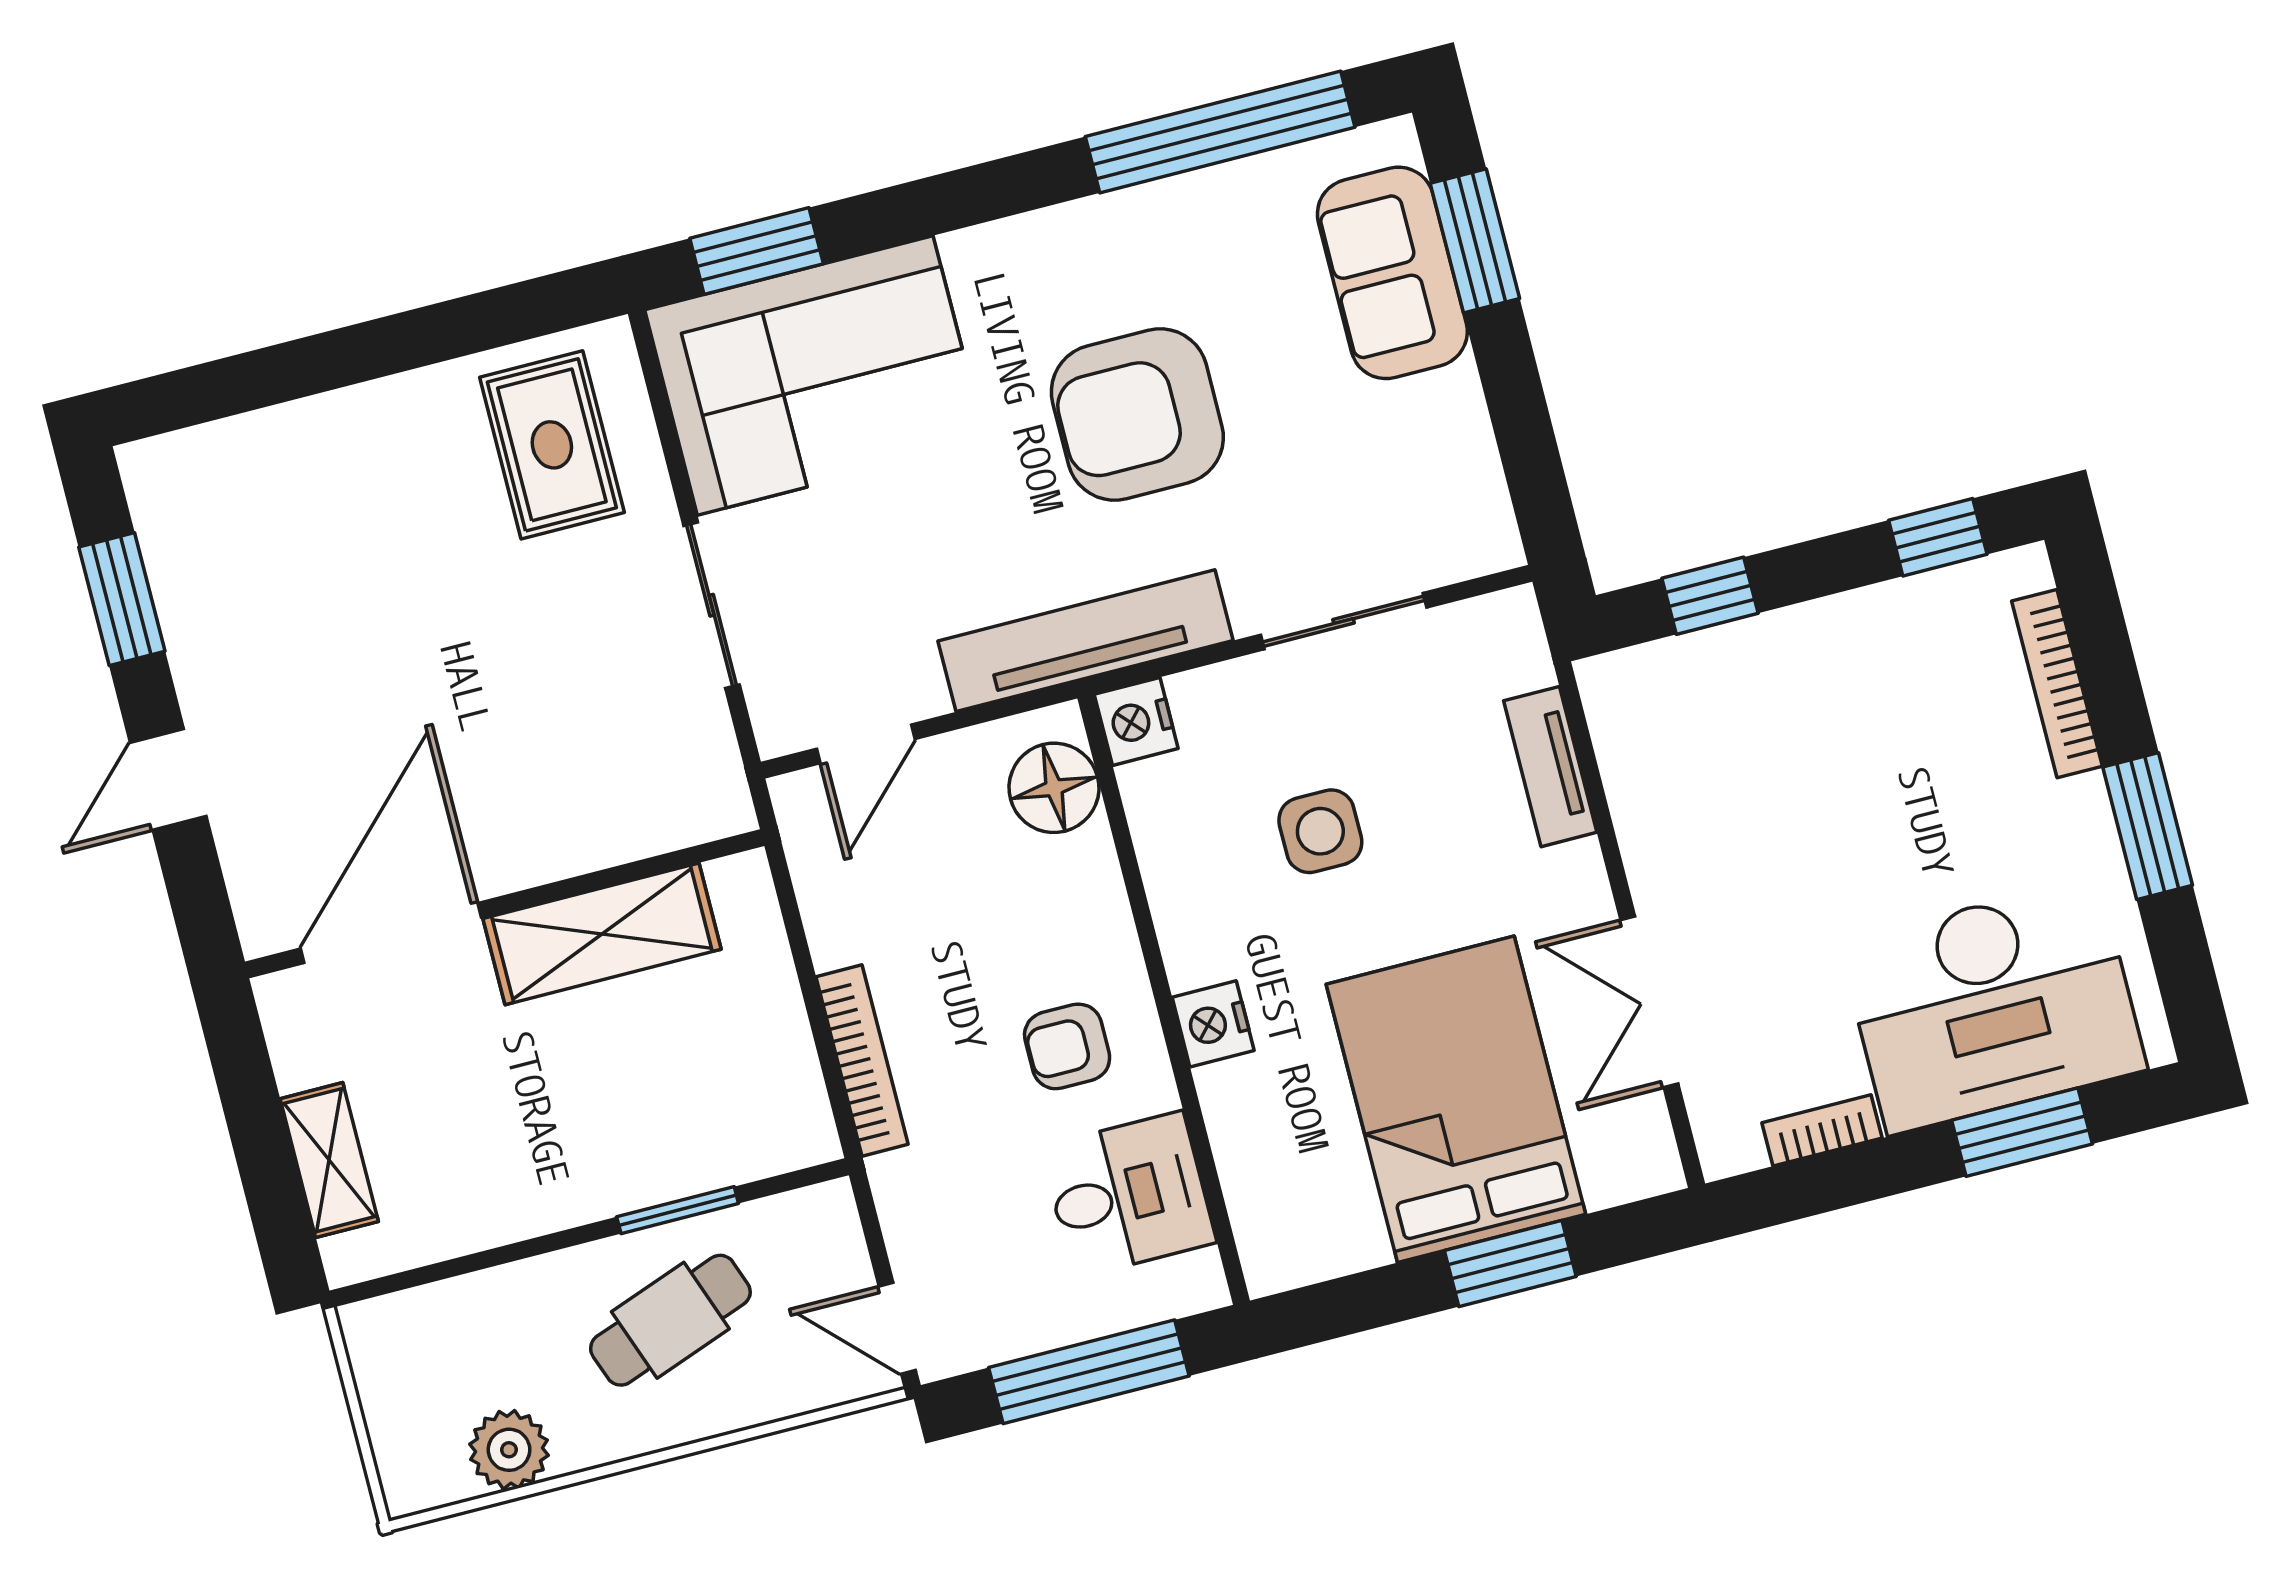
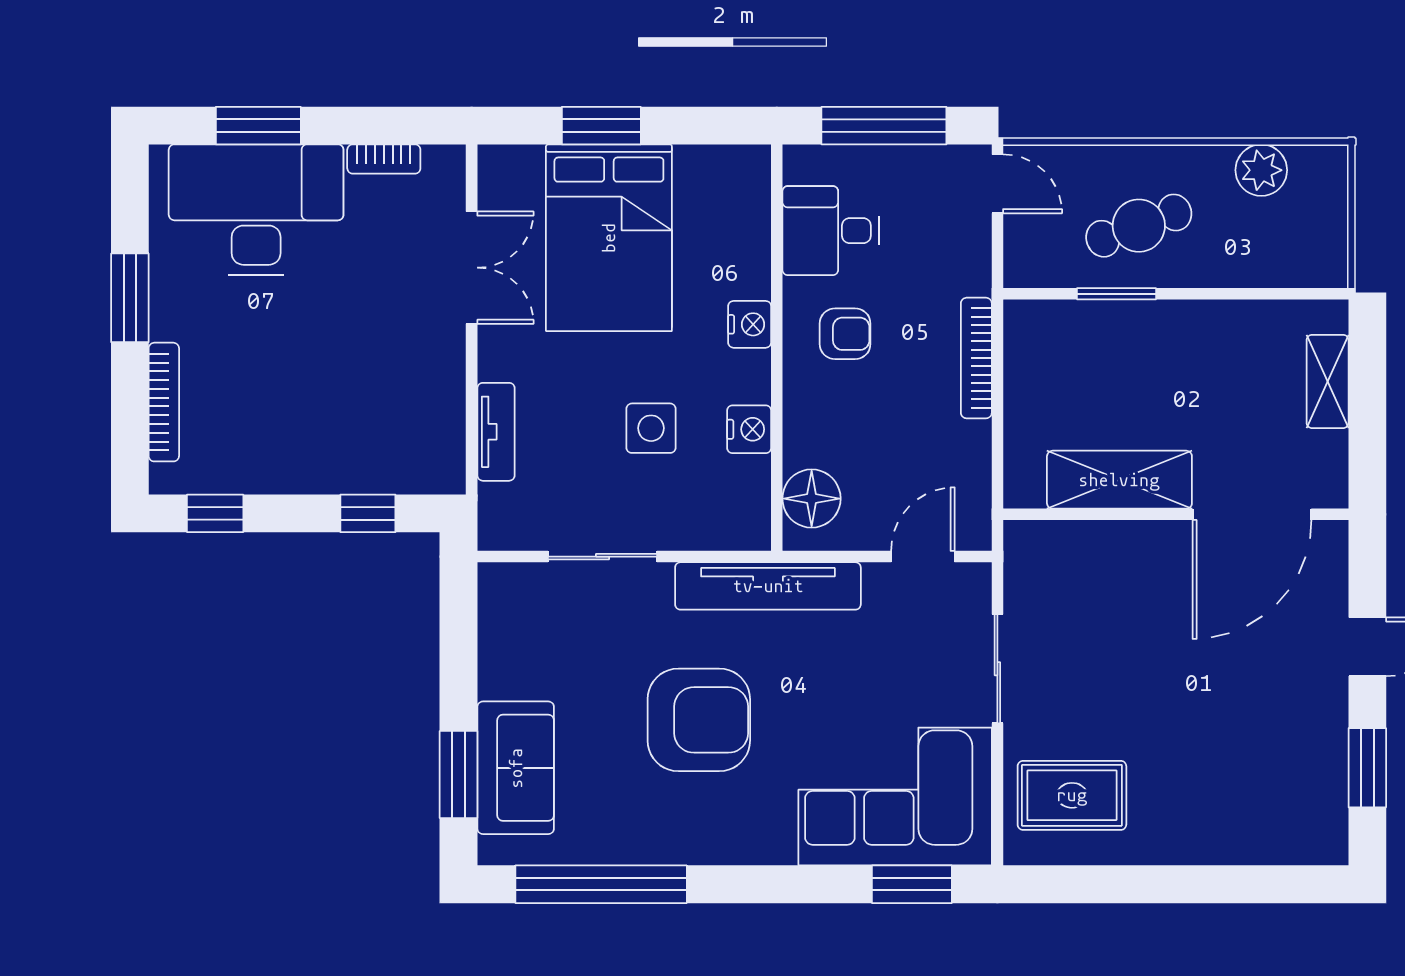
rug: (552, 445) -> (1072, 795), turned 90
nightstand: (1136, 721) -> (749, 429), moved

